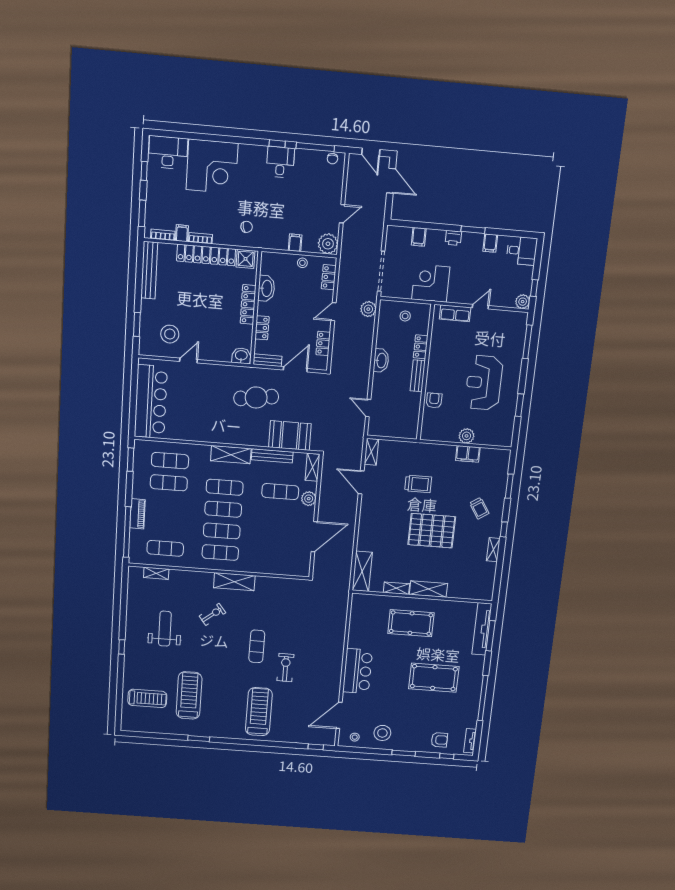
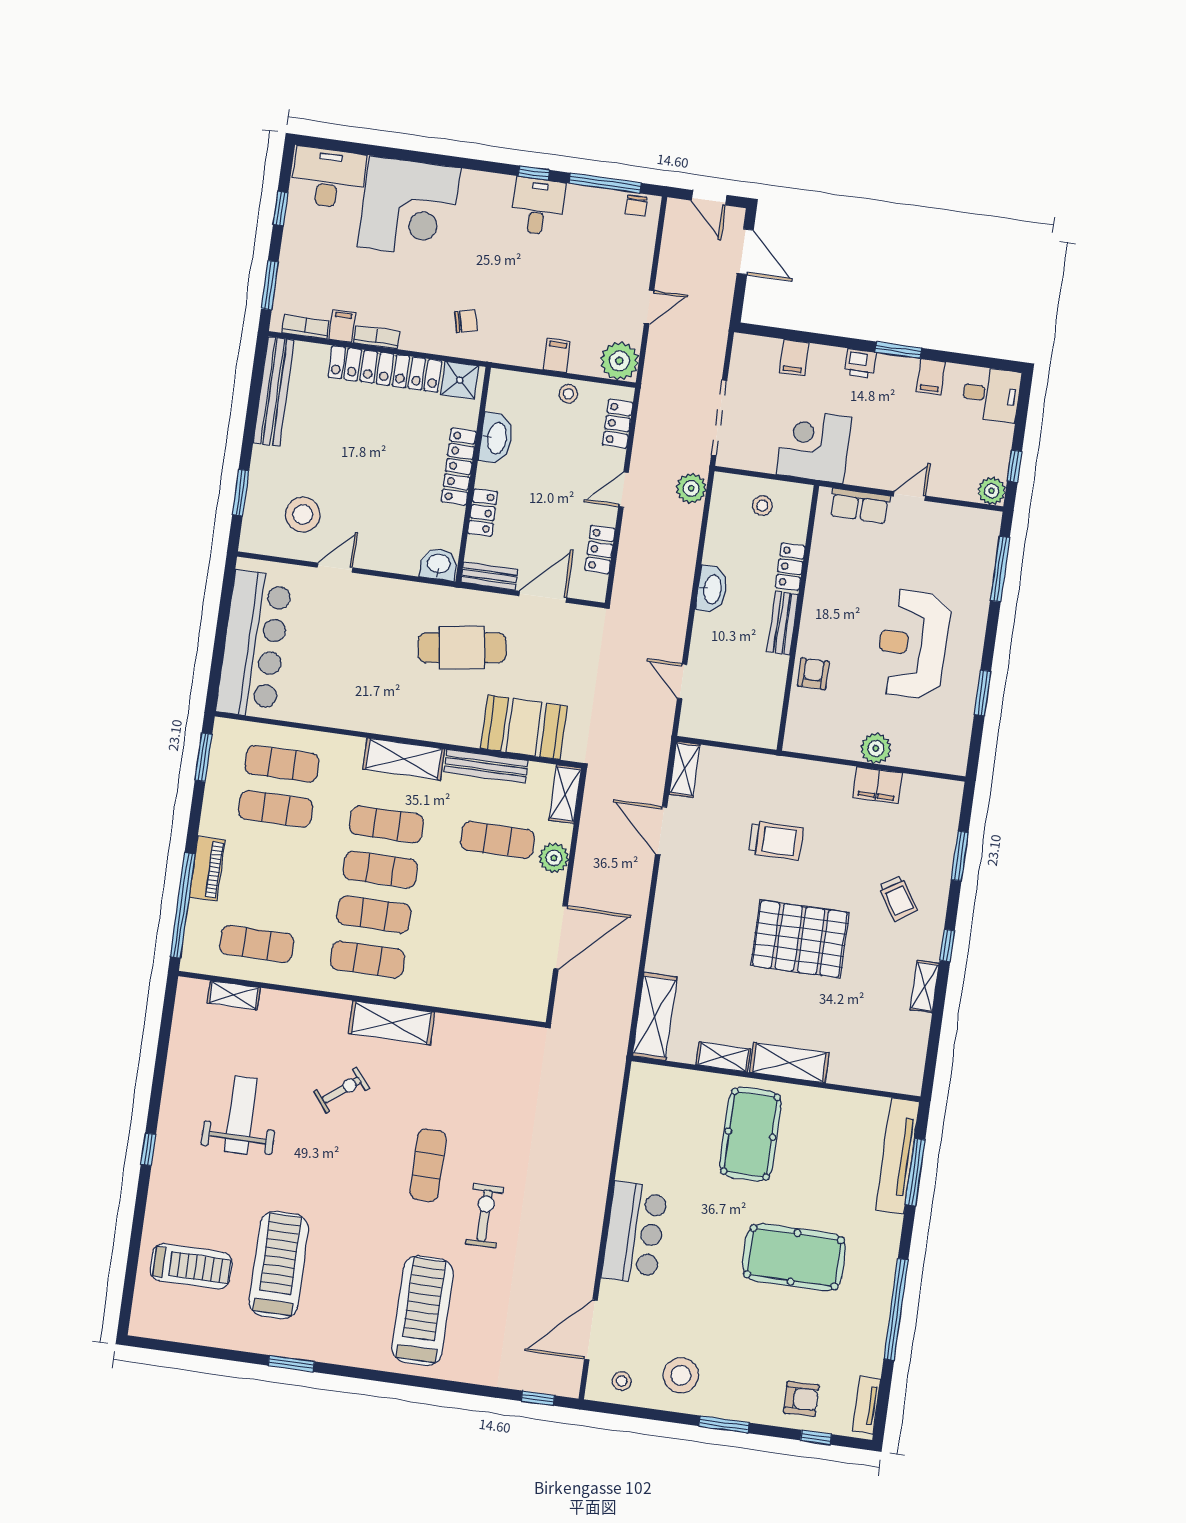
pool table: (411, 623) -> (751, 1134), turned 90

